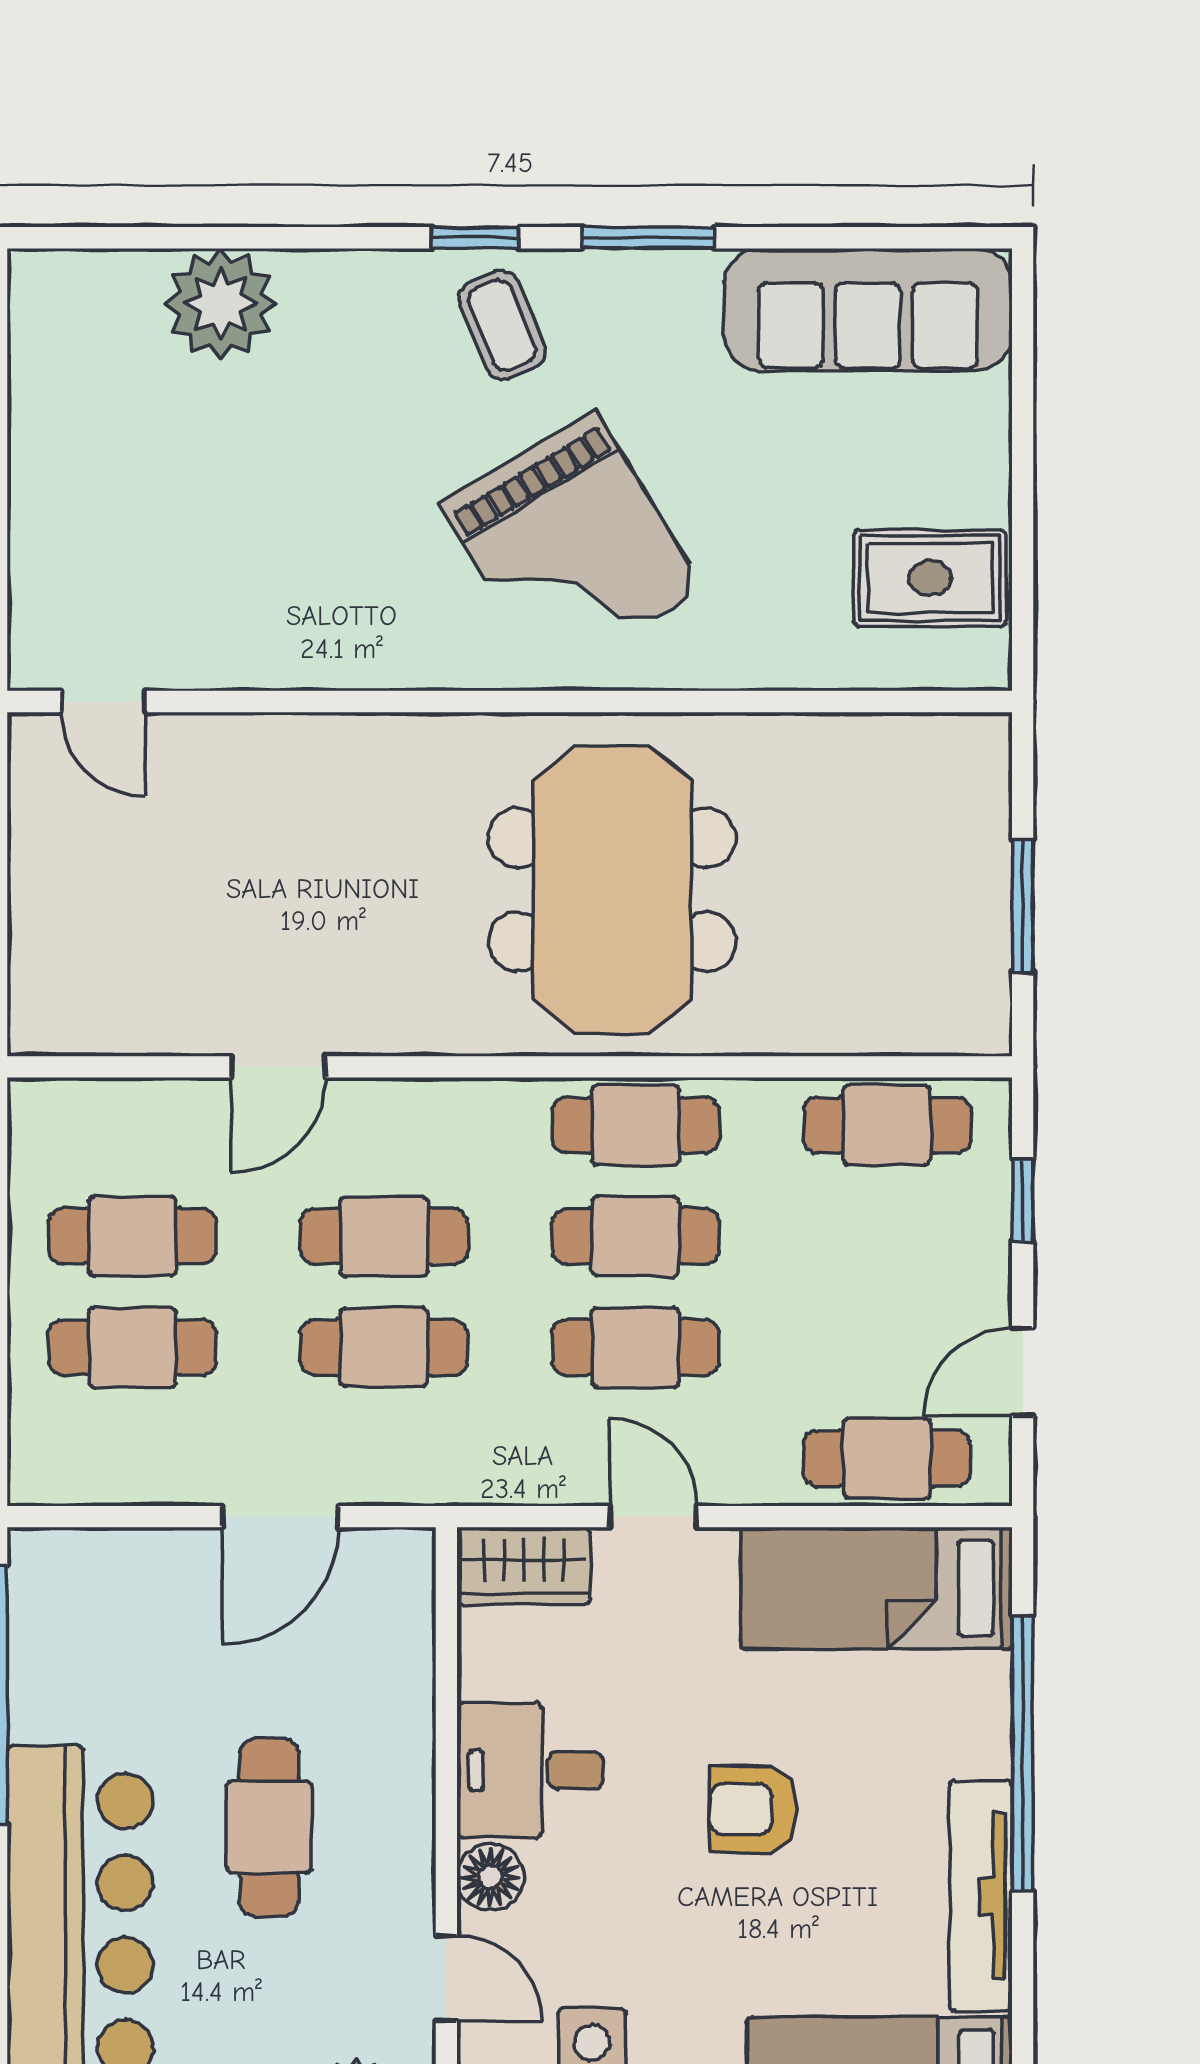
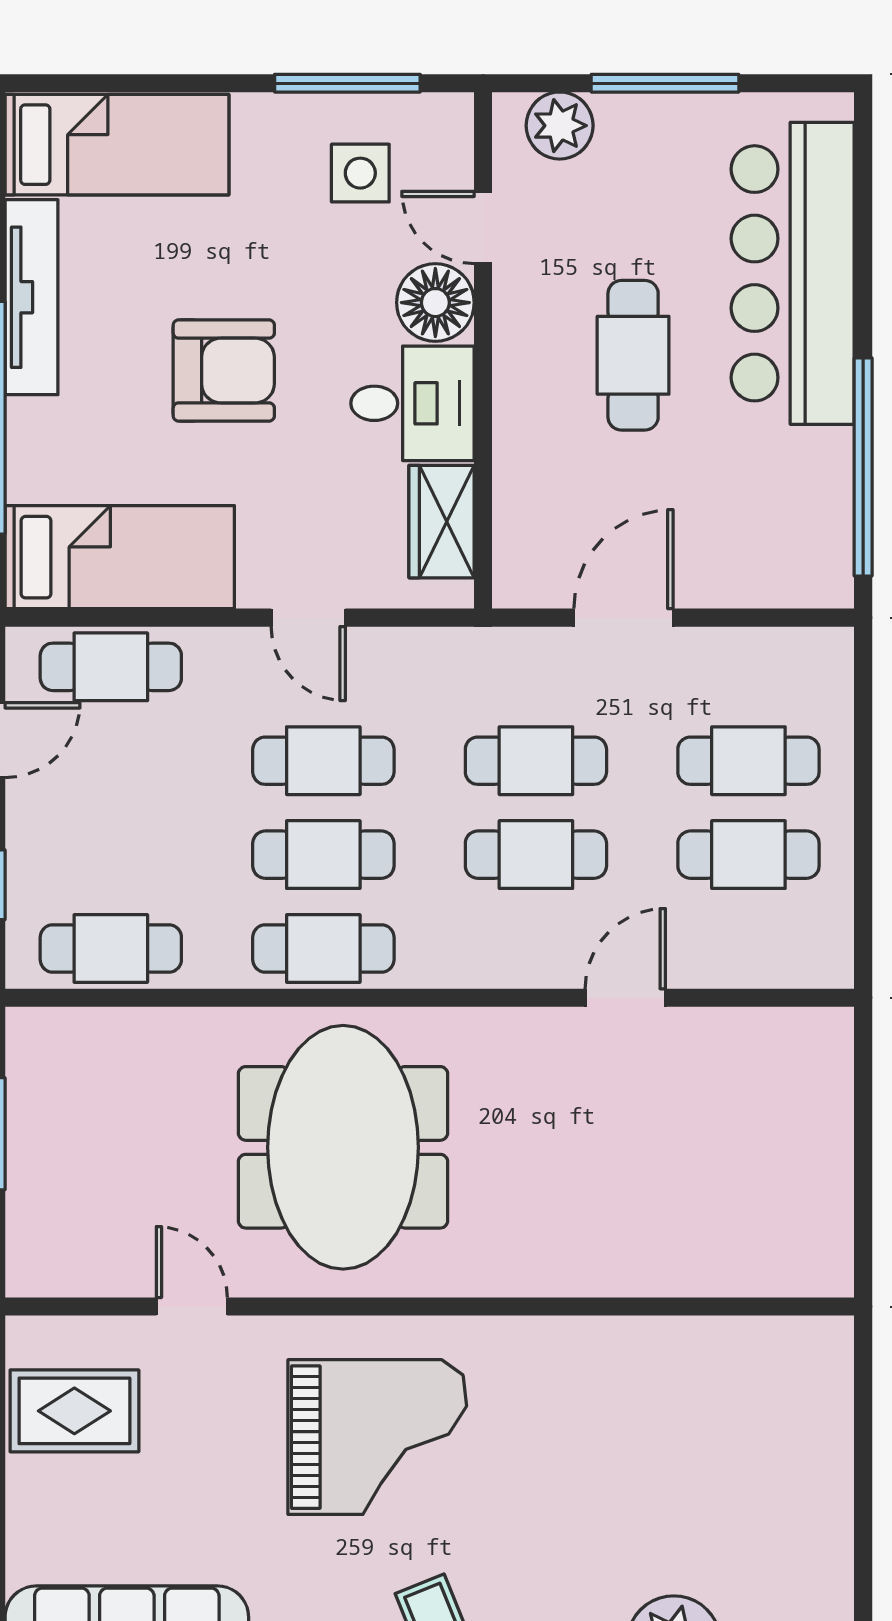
grand piano: (572, 547) -> (377, 1437), turned 121
door: (103, 702) -> (192, 1306), moved
wardrobe: (524, 1566) -> (442, 522), moved, turned -90
armchair: (753, 1809) -> (224, 371), width x1.38, depth x1.38
floor lamp: (490, 1877) -> (435, 303), width x1.38, depth x1.38

